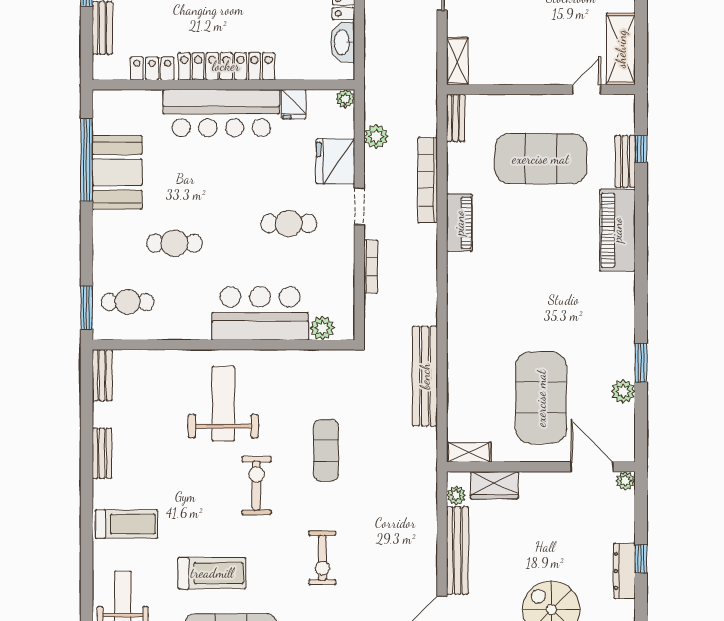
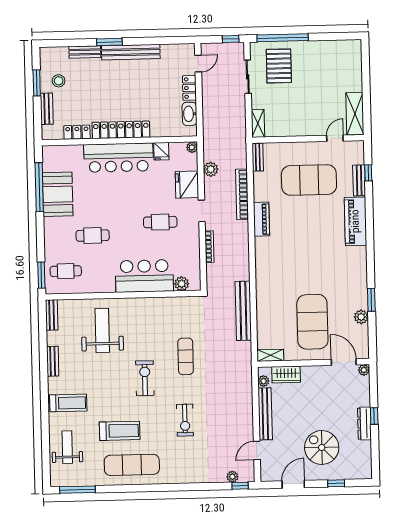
weight bench: (223, 404) -> (102, 330), moved

